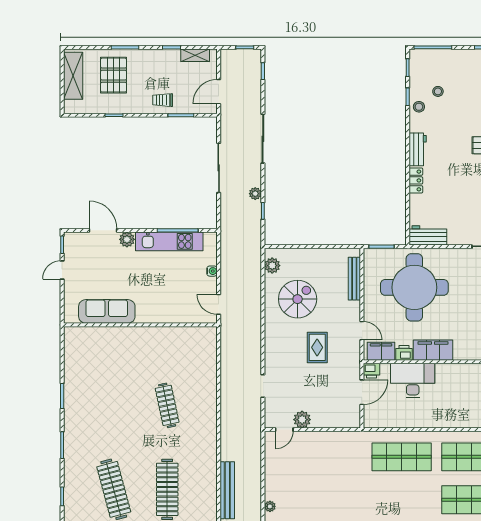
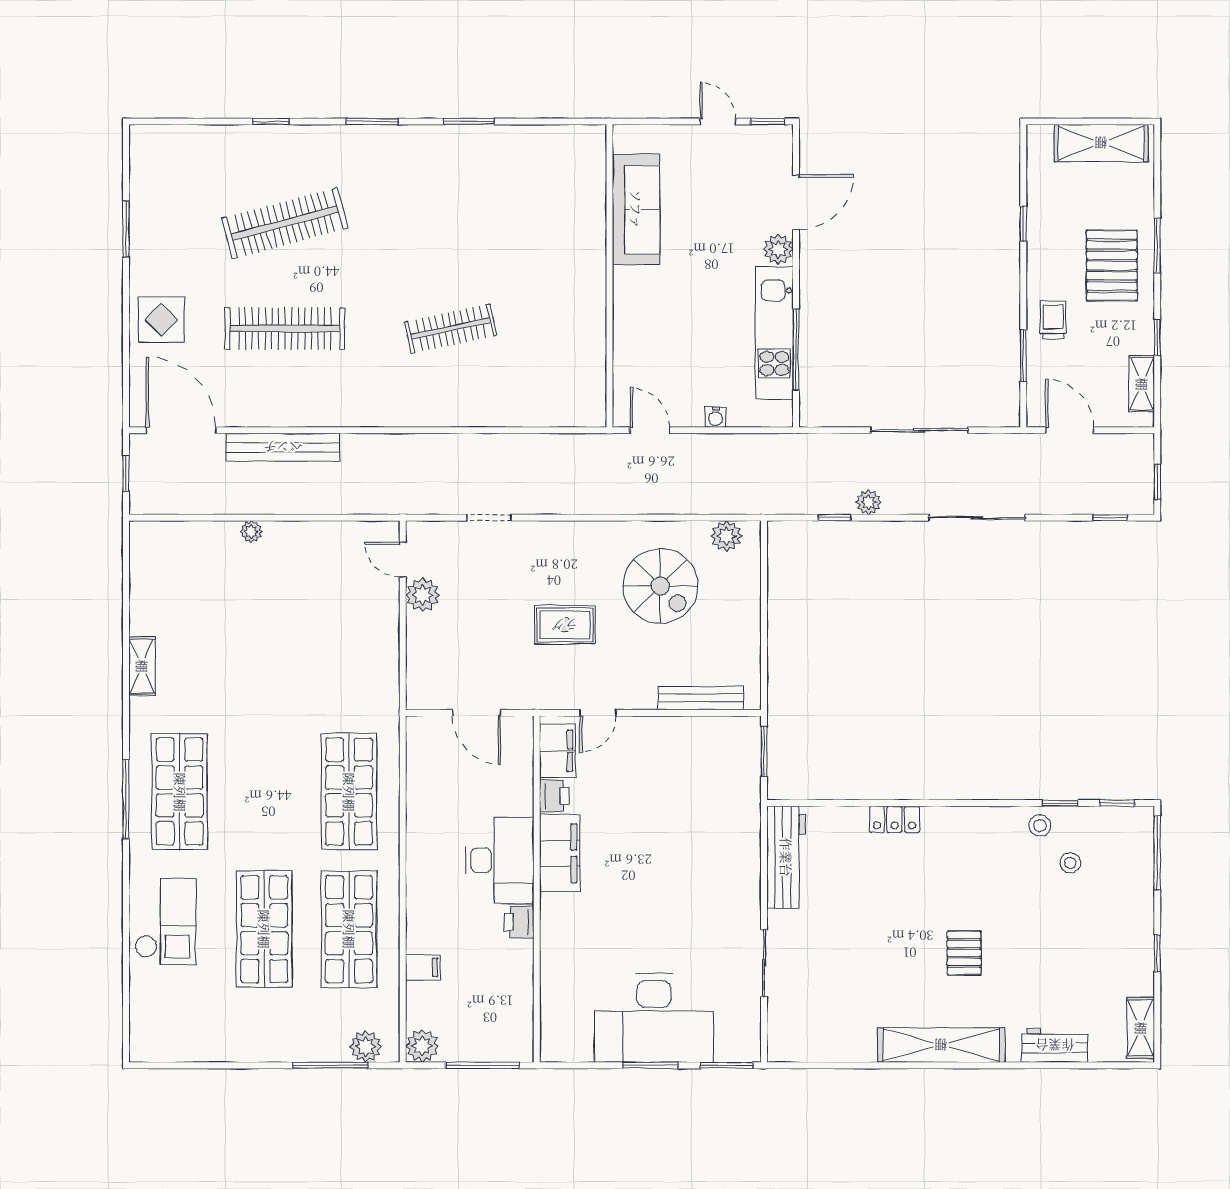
pallet: (114, 75) -> (1112, 266), moved, turned 90
workbench: (418, 149) -> (956, 823), removed
workbench: (428, 235) -> (786, 857), width x1.38
round table: (414, 287) -> (683, 816), removed
door: (219, 304) -> (650, 430), hinge flipped
printer: (371, 371) -> (519, 922), moved
desk: (413, 380) -> (500, 860), moved

